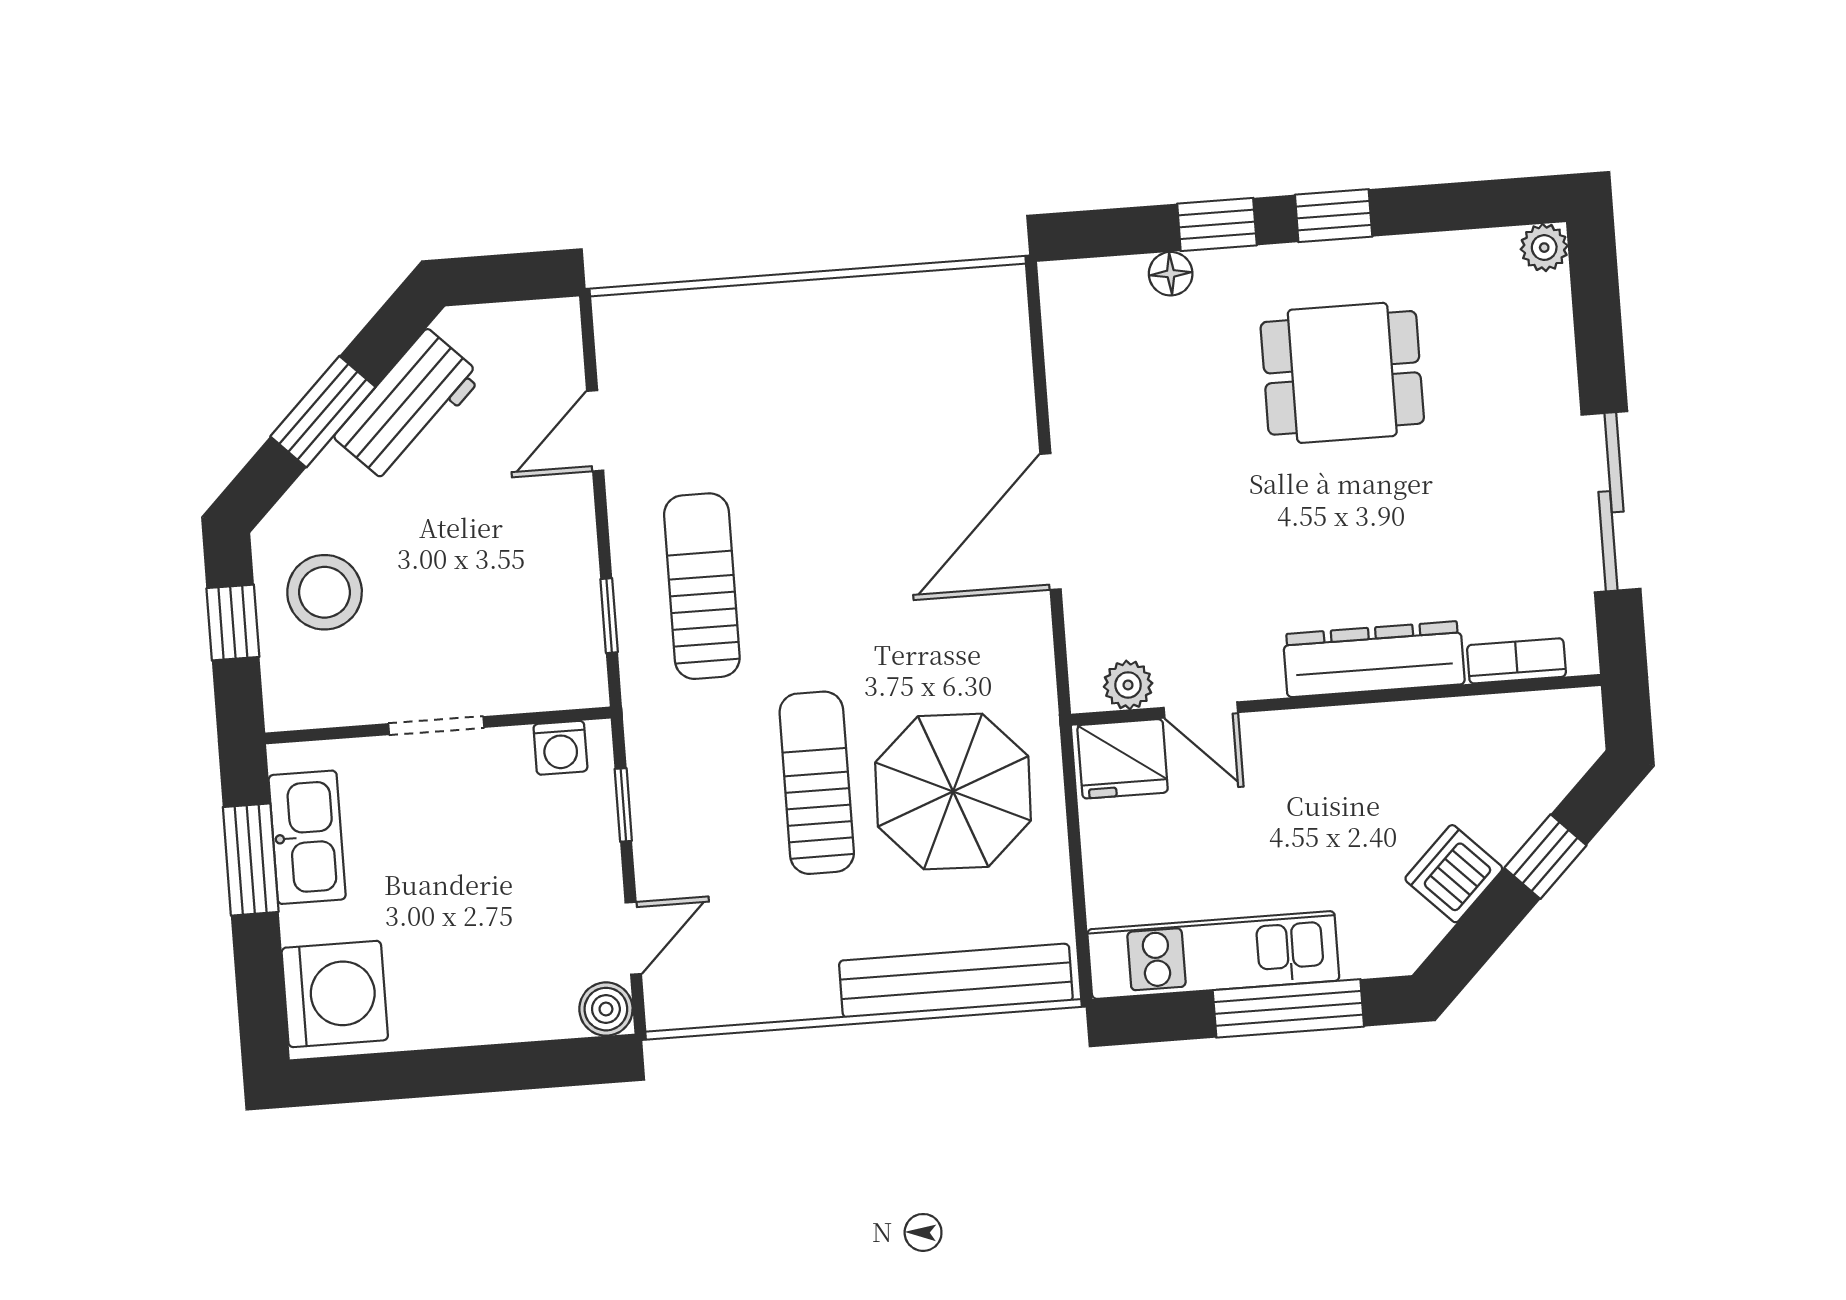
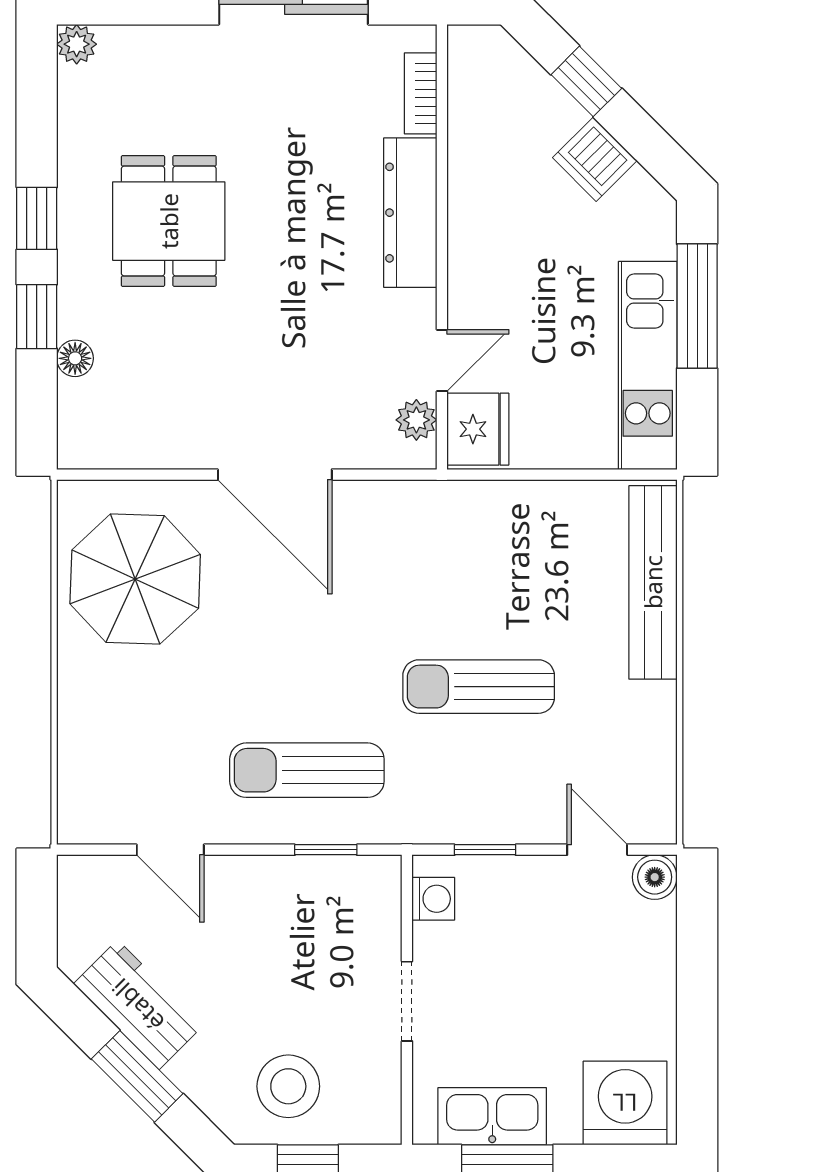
parasol: (953, 791) -> (135, 579), moved

